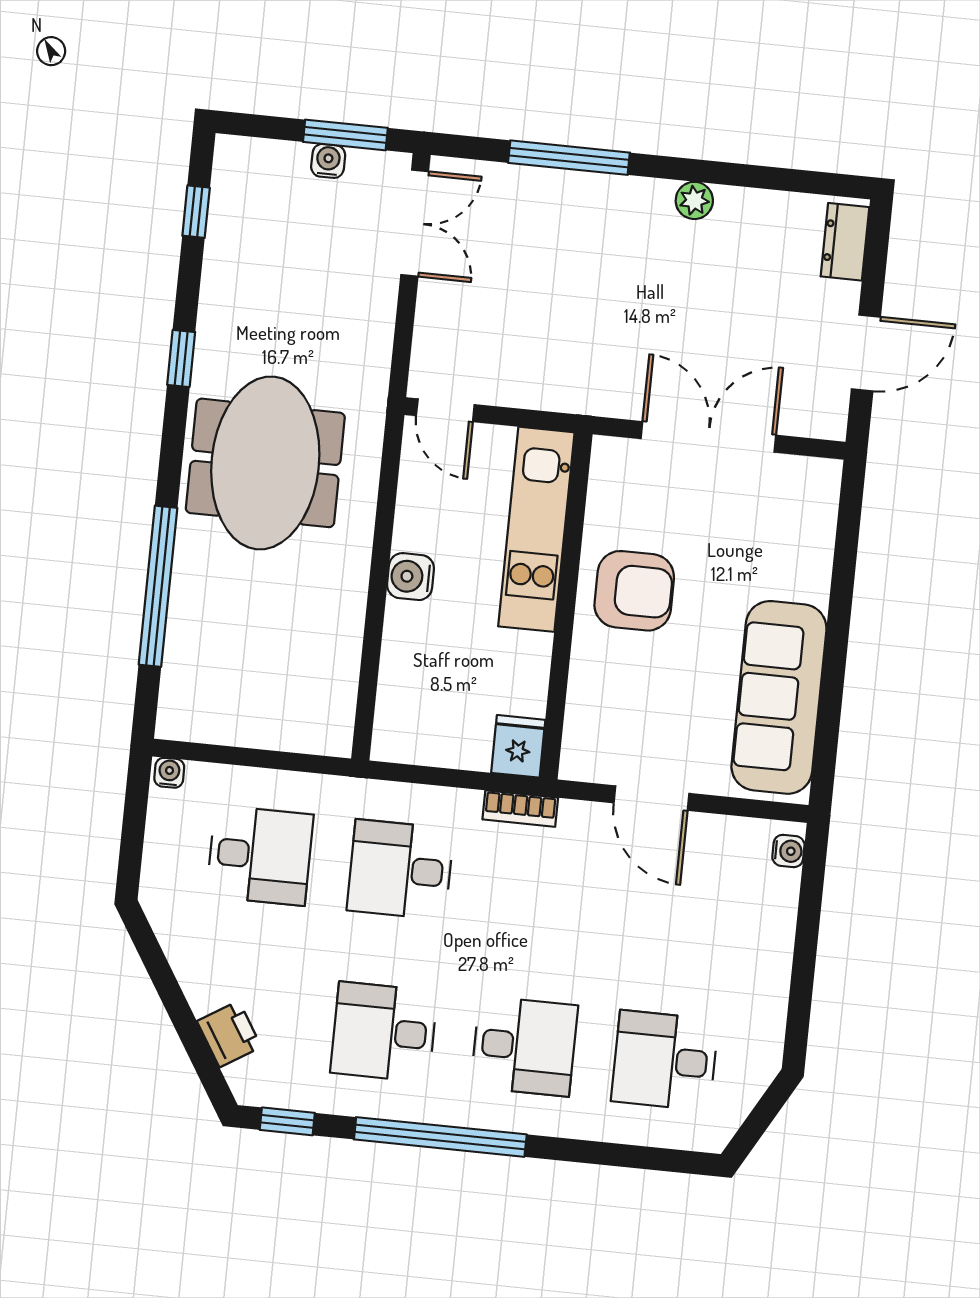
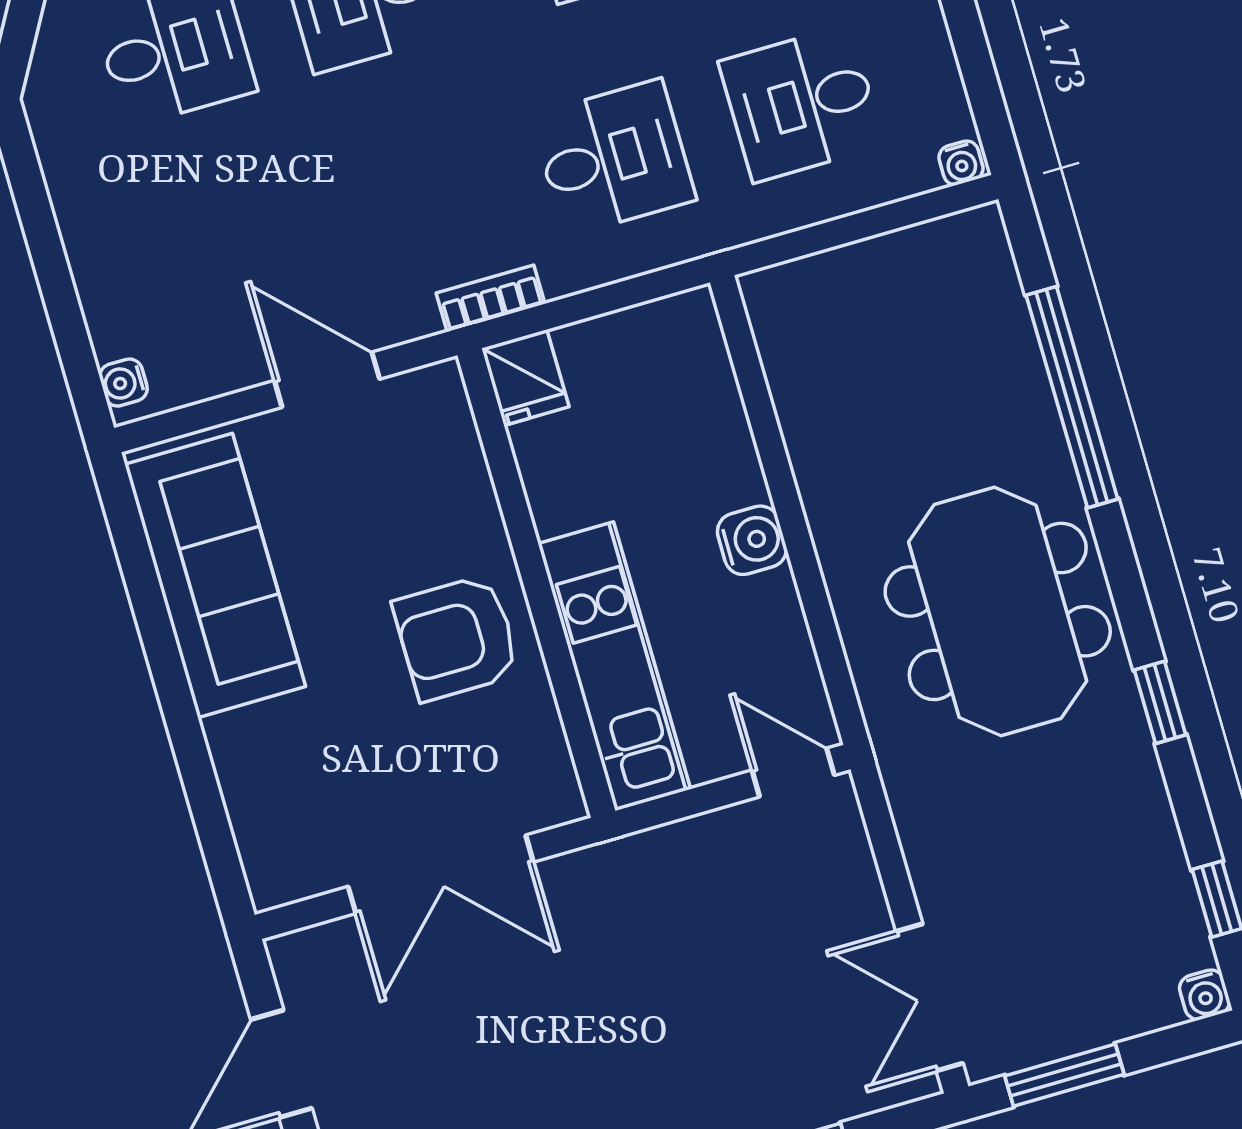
water cooler: (328, 161) -> (1205, 995), moved

